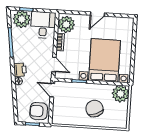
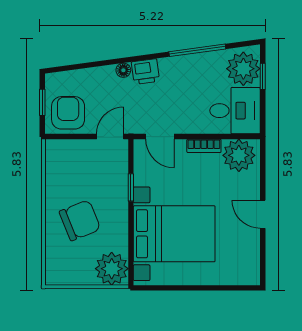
door: (54, 64) -> (160, 137), hinge flipped

